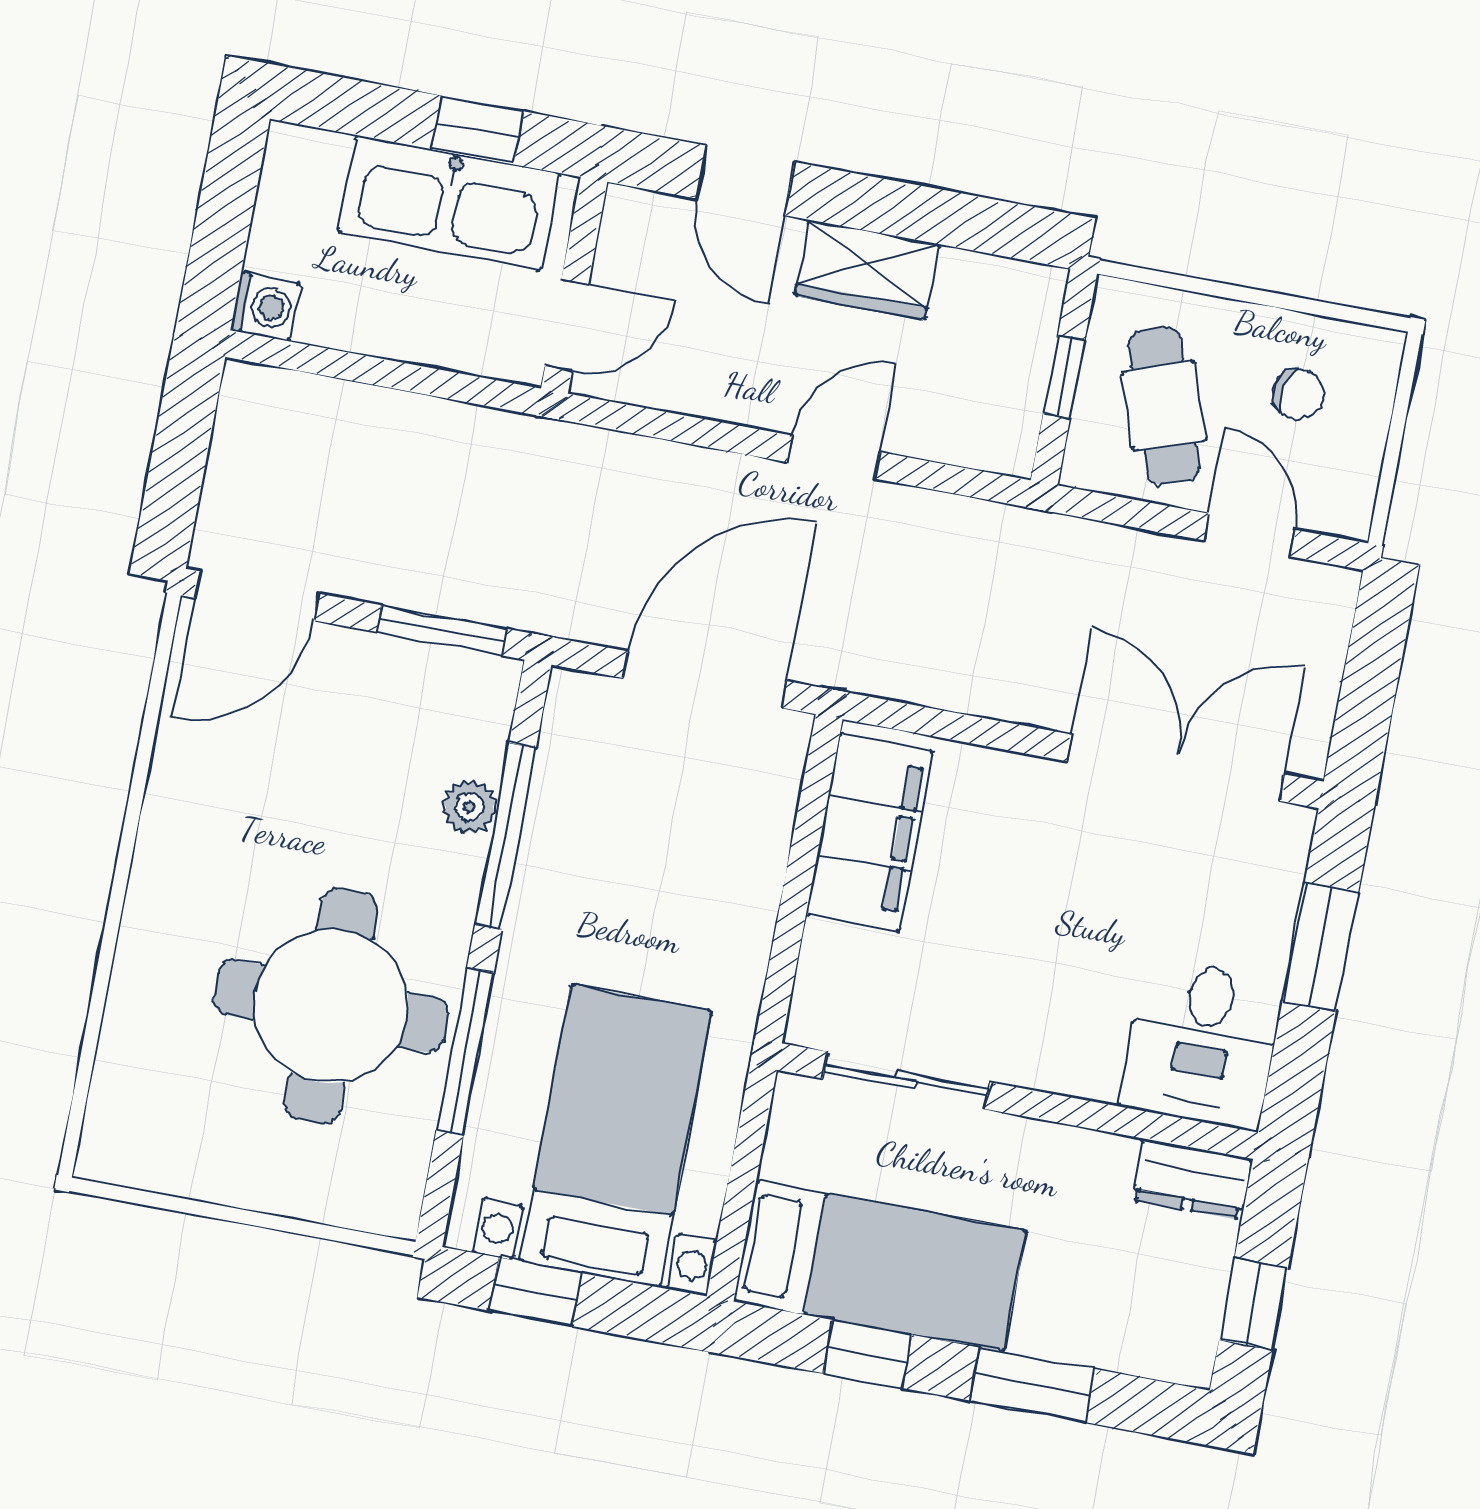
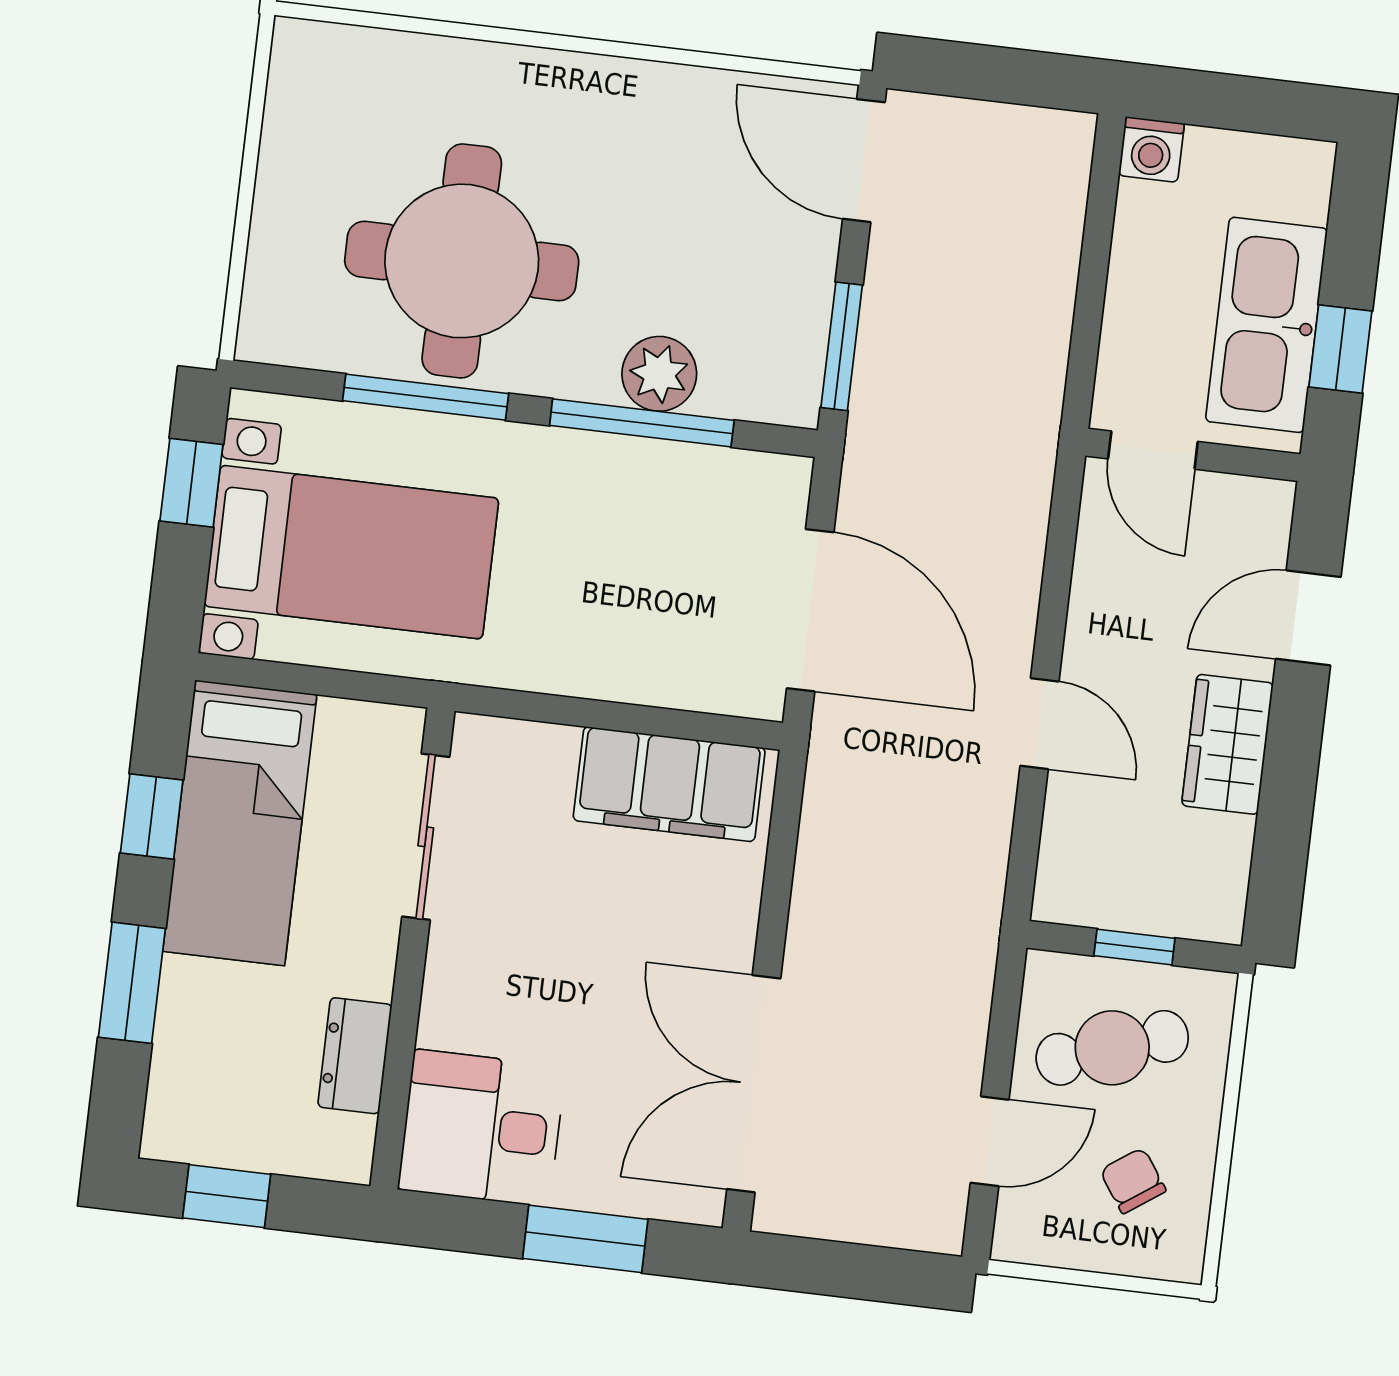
chair: (1298, 394) -> (1133, 1181), turned 133
double door: (1176, 768) -> (754, 1084), swing flipped
plant: (469, 807) -> (659, 374), width x1.38, depth x1.38
dresser: (1192, 1179) -> (355, 1056), moved

